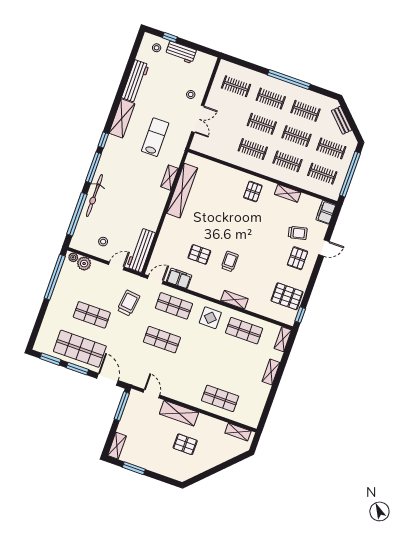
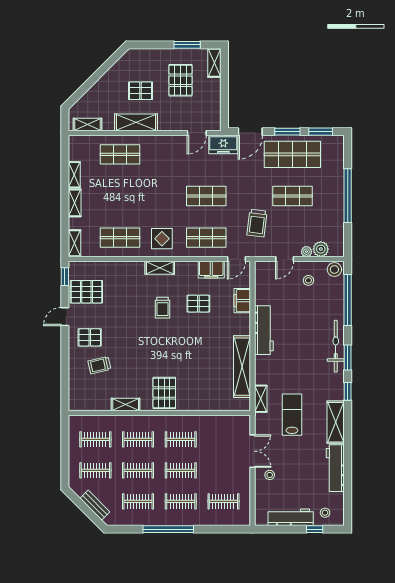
workbench: (181, 52) -> (291, 517), width x1.38
double door: (198, 119) -> (252, 451), swing flipped
lab bench: (155, 137) -> (292, 415), turned 180
window: (93, 168) -> (348, 357), width x0.69
window: (350, 174) -> (65, 449), removed
shelving: (170, 178) -> (261, 399), moved
pallet: (253, 192) -> (164, 393), width x1.50, depth x1.42
bicycle: (94, 195) -> (336, 346), moved
filing cabinet: (326, 212) -> (242, 301), moved, turned 180
stool: (79, 243) -> (334, 269), added
door: (324, 248) -> (65, 317), moved
workbench: (141, 250) -> (264, 330), moved
plant: (73, 257) -> (306, 252), moved
pallet: (298, 258) -> (90, 337), turned 90
window: (55, 277) -> (348, 196), moved
shelving: (234, 300) -> (160, 268), moved
freezer: (133, 377) -> (223, 145), added
door: (108, 379) -> (250, 132), hinge flipped
door: (152, 394) -> (197, 133), hinge flipped
shelving: (263, 395) -> (74, 175), added
window: (122, 406) -> (224, 108), removed
shelving: (179, 413) -> (136, 122), moved
pallet: (150, 441) -> (180, 80), added

